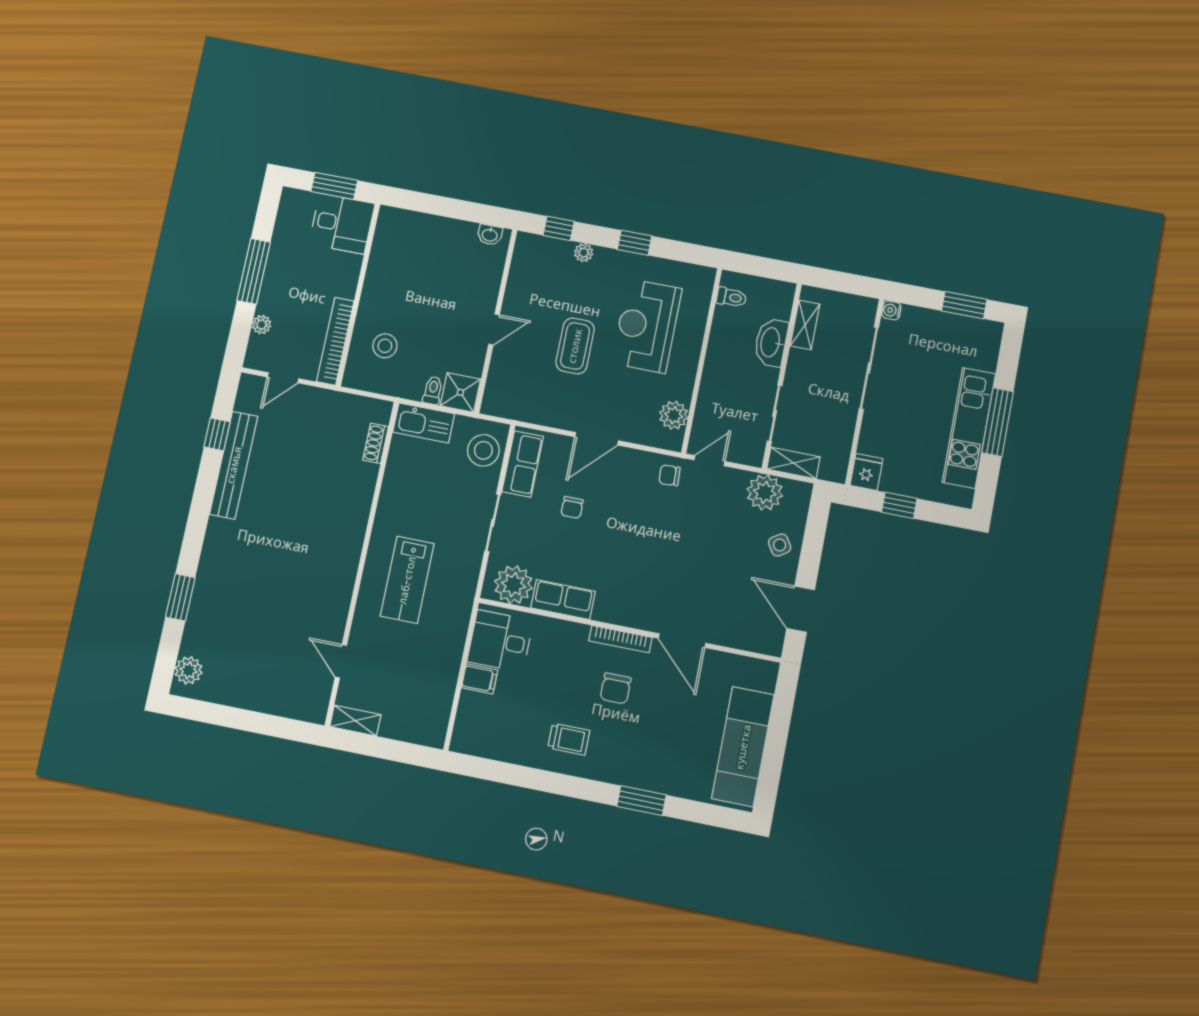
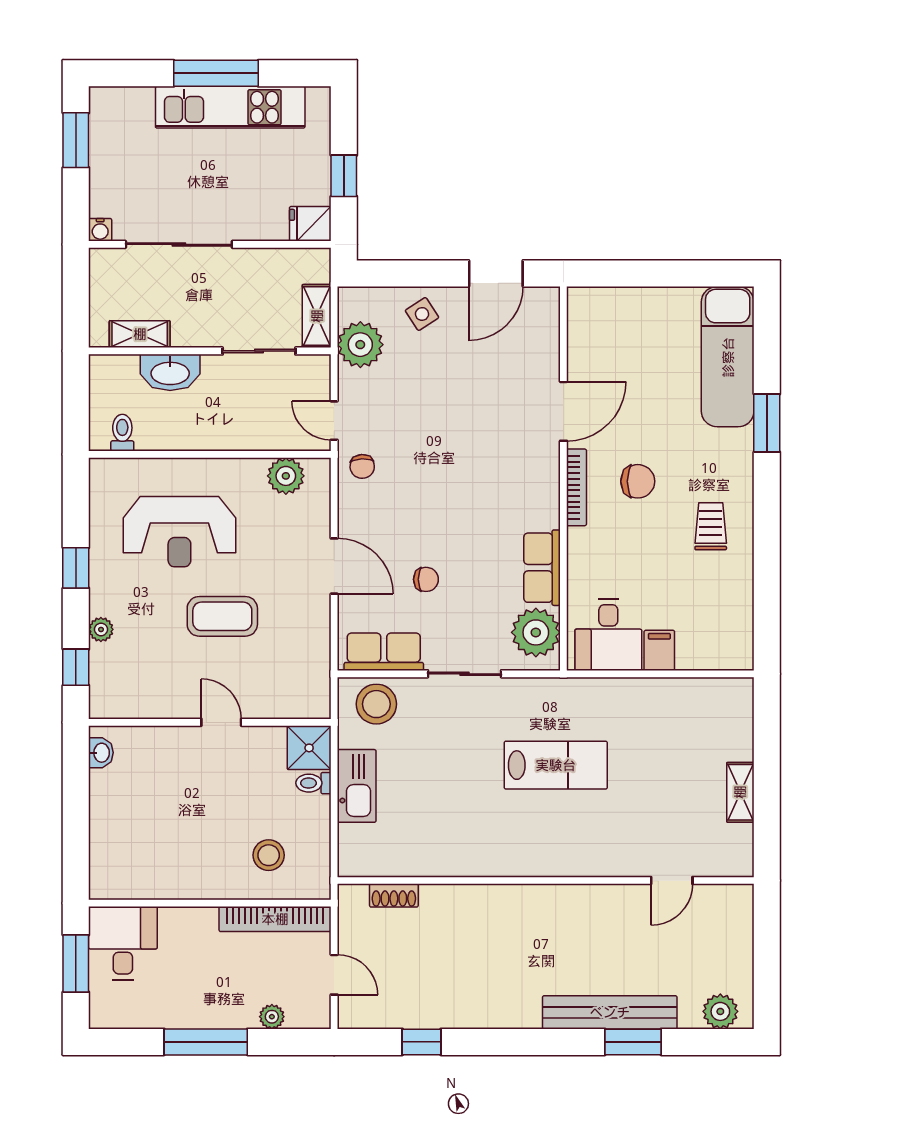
shoe rack: (376, 443) -> (394, 895), moved
bench: (234, 465) -> (610, 1012), moved
wall: (362, 563) -> (546, 881), moved
door: (341, 661) -> (672, 881), moved
exam couch: (743, 747) -> (728, 357), moved, turned 90

